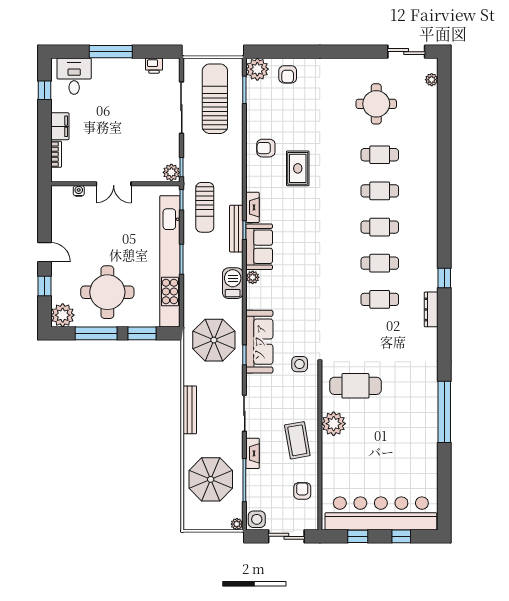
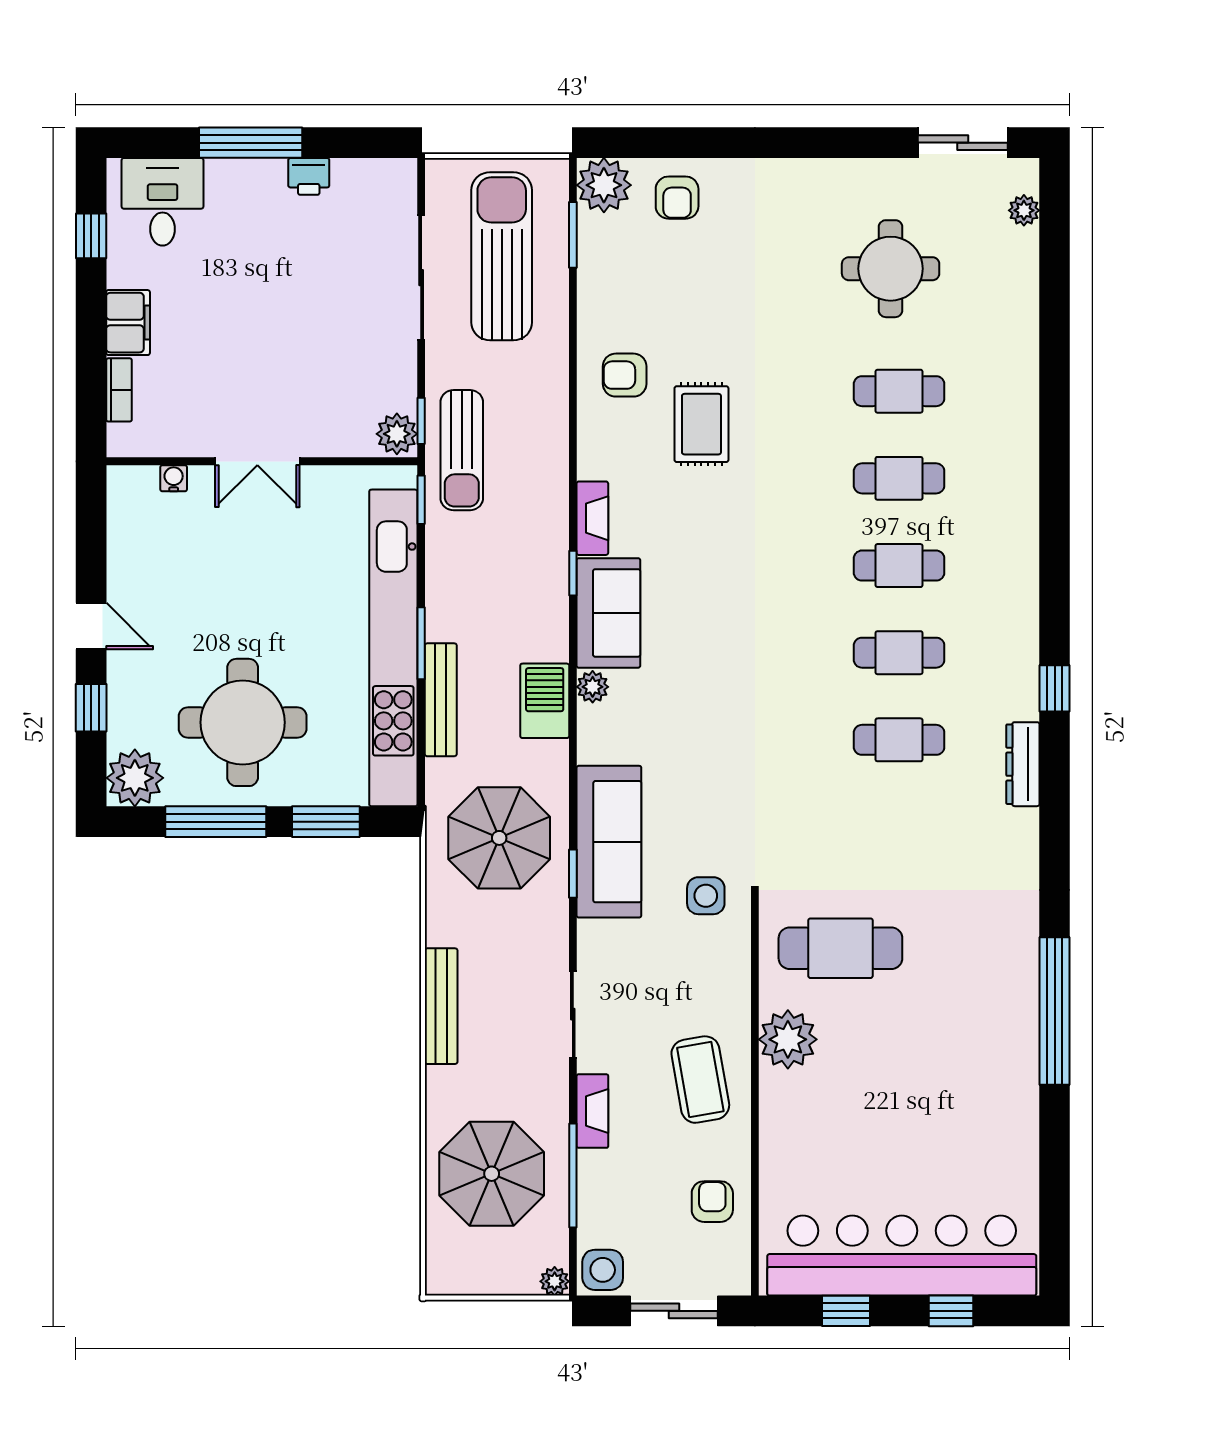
printer: (154, 66) -> (309, 176), moved
sun lounger: (205, 207) -> (462, 450), moved
bench: (236, 229) -> (441, 700), moved

